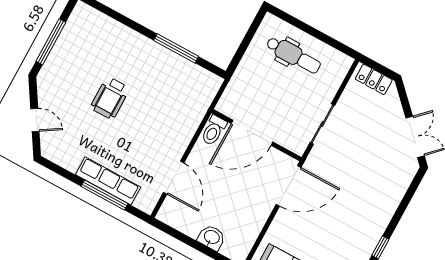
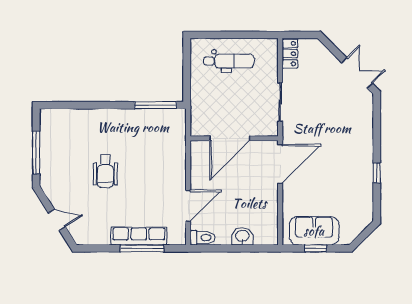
window: (176, 48) -> (156, 105), moved
locker: (374, 79) -> (290, 54), moved, turned -90
toilet: (214, 130) -> (202, 238), moved, turned -90
door: (174, 178) -> (188, 206), hinge flipped

